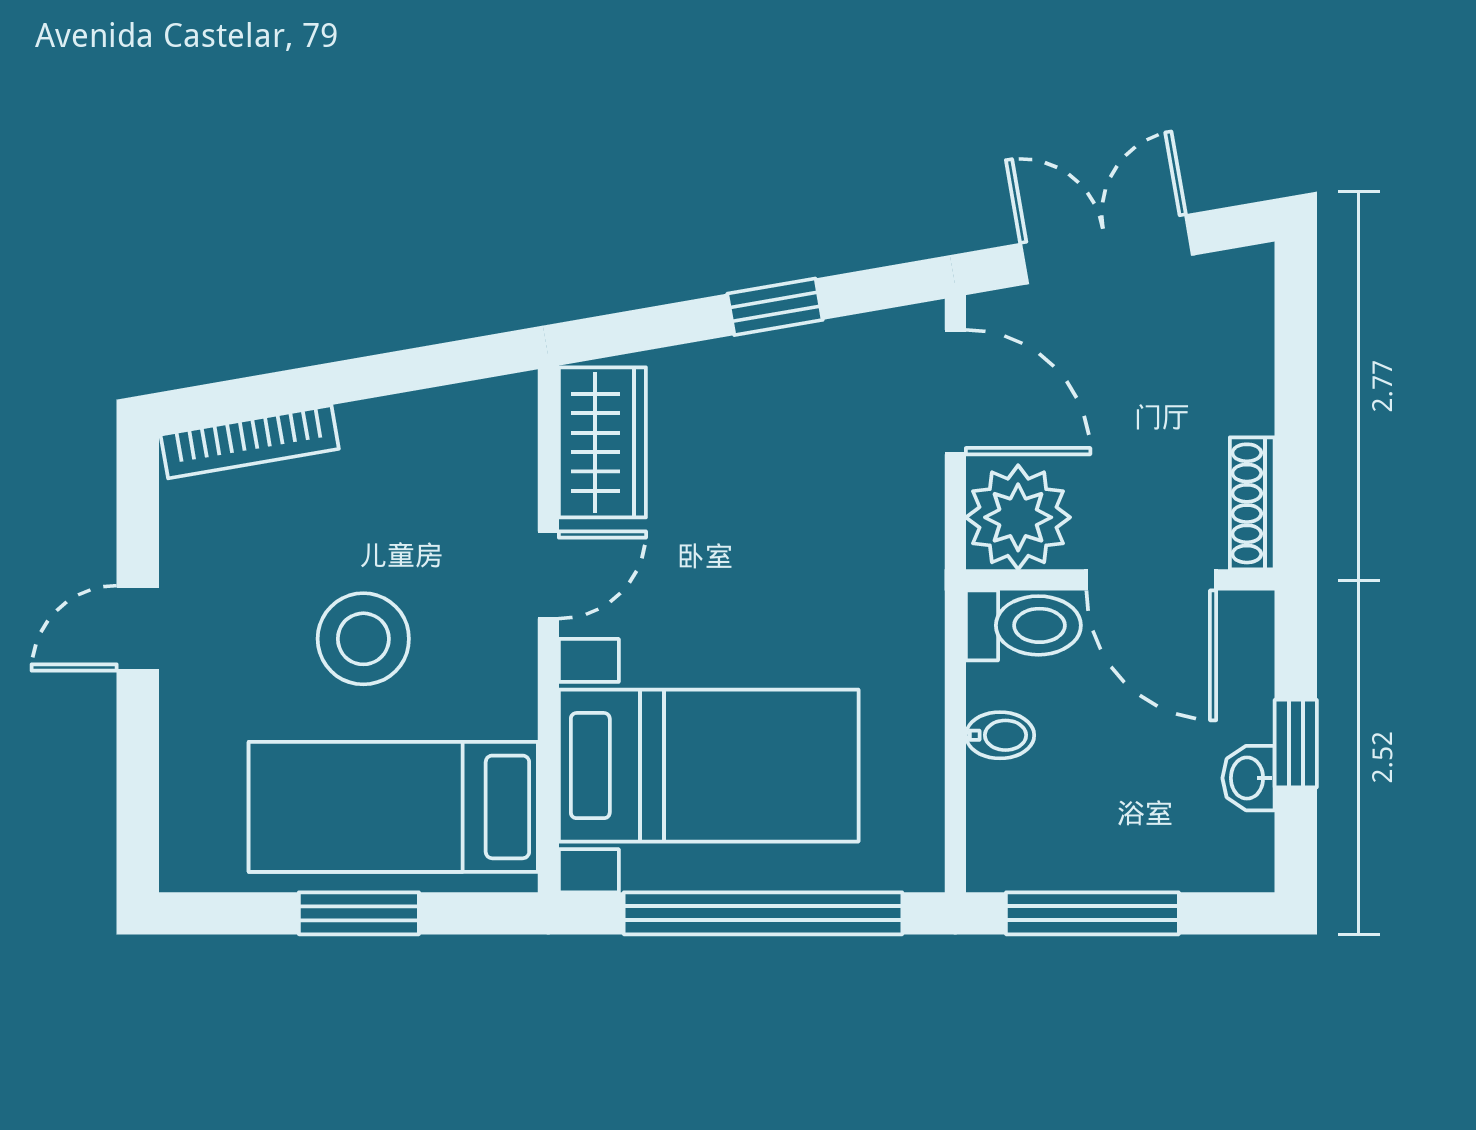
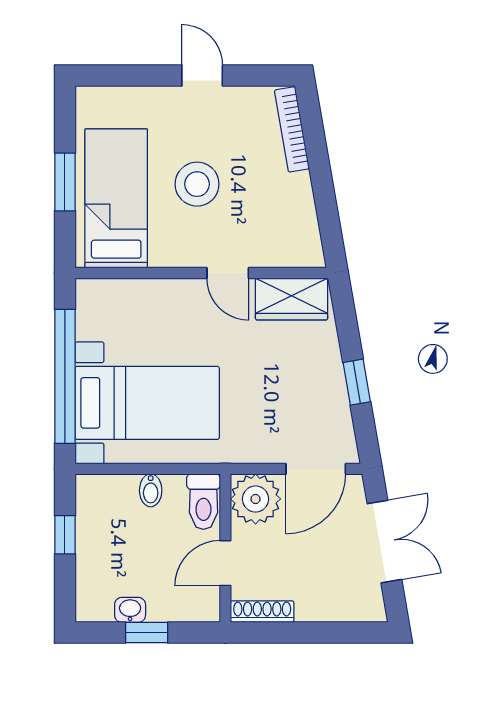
door: (1151, 580) -> (225, 563), width x0.73
bed with nightstands: (709, 766) -> (147, 403), moved, turned -90
window: (1092, 913) -> (65, 535), width x0.46

